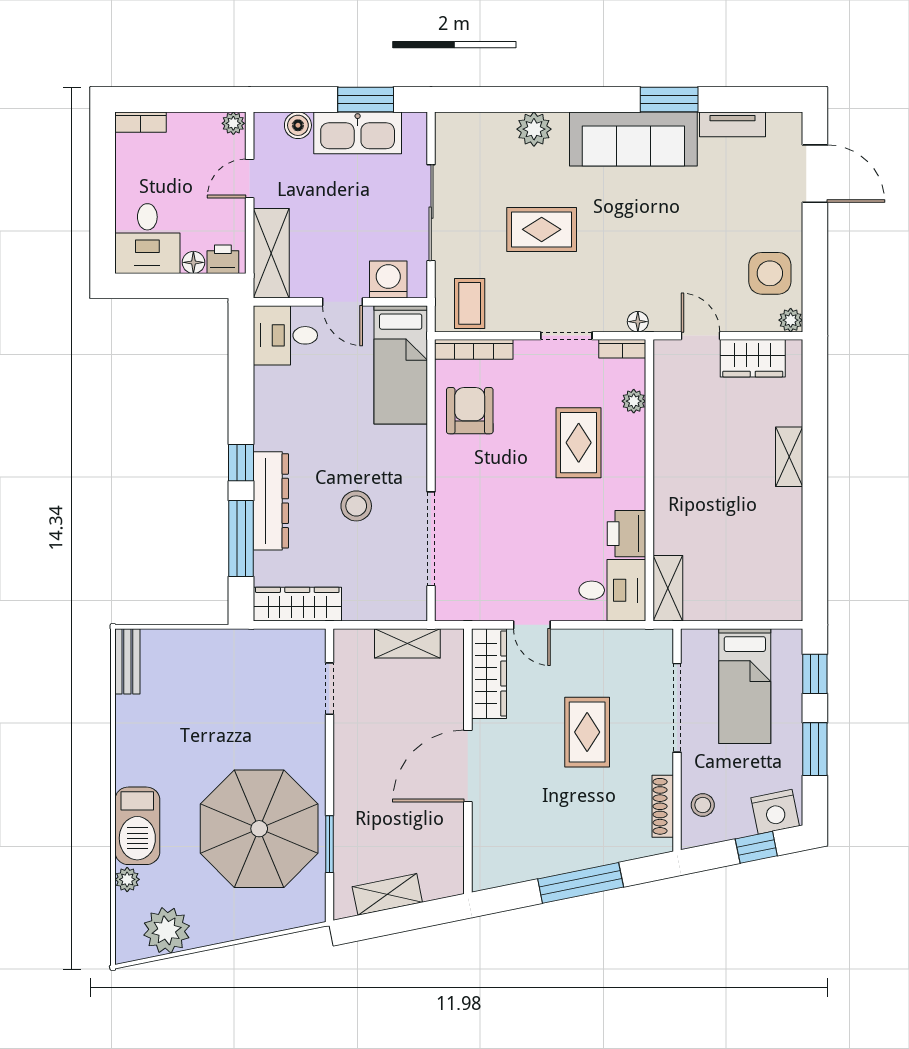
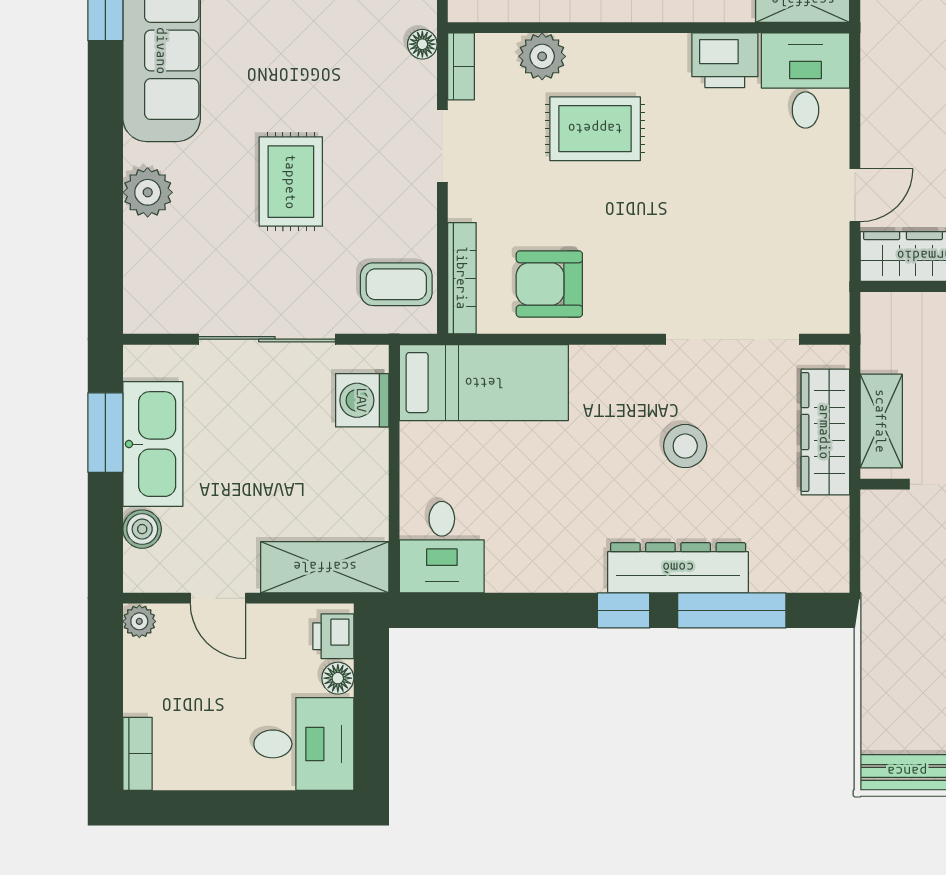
door: (342, 302) -> (394, 466), removed
plant: (634, 401) -> (542, 56), width x1.38, depth x1.38
wardrobe: (297, 604) -> (825, 432), moved
shelving: (407, 643) -> (881, 421), moved

